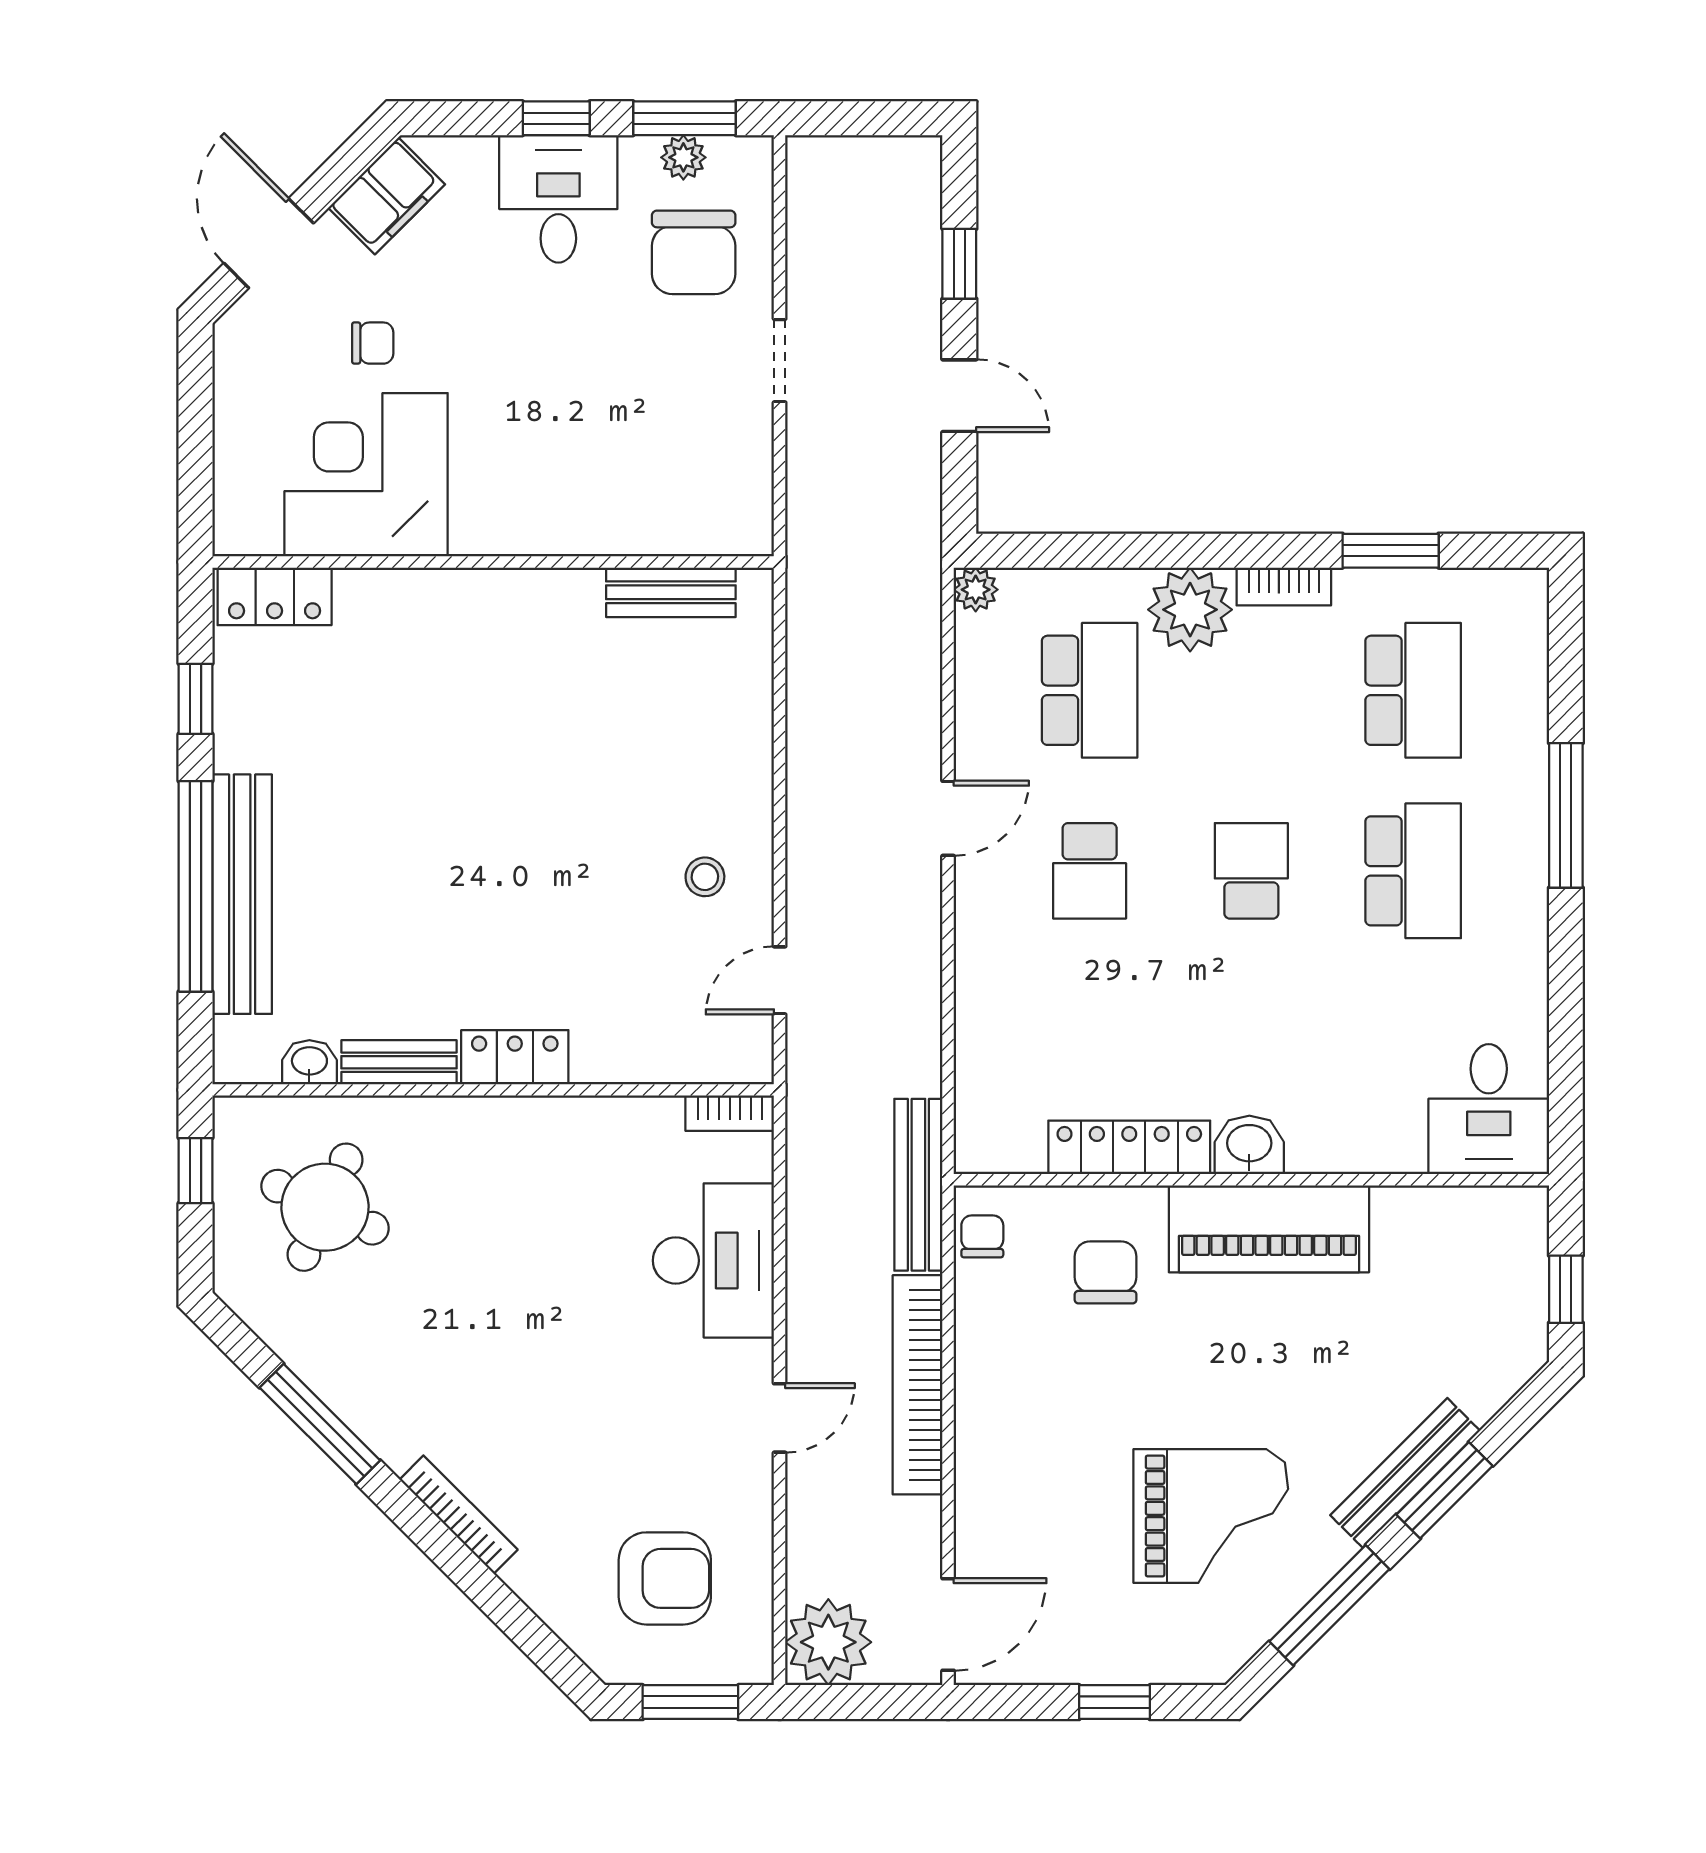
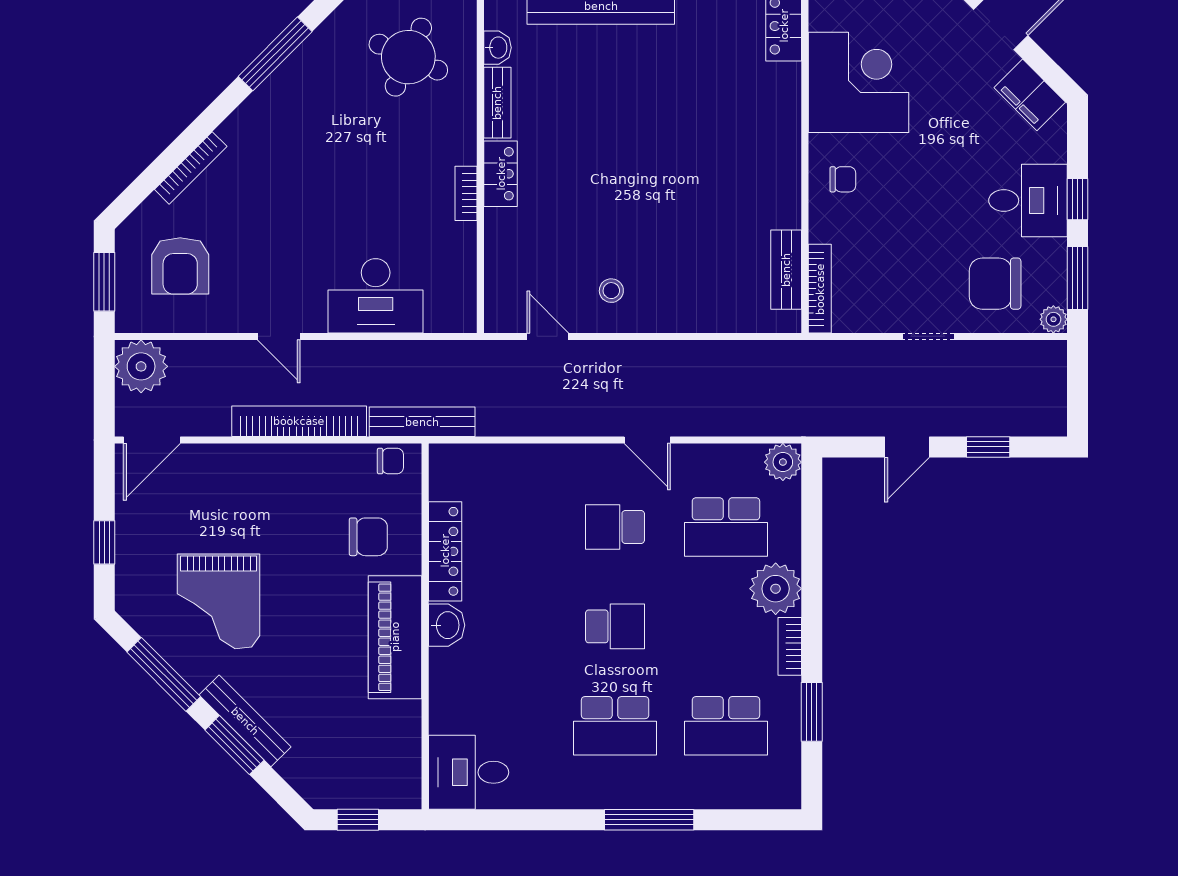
plant: (683, 157) -> (1053, 319), moved
chair: (373, 343) -> (843, 179), moved, turned -90
bookcase: (702, 538) -> (820, 289), added
plant: (976, 590) -> (783, 462), width x1.38, depth x1.38
bookcase: (730, 1113) -> (466, 193), moved
bookcase: (459, 1515) -> (191, 168), moved
door: (948, 1624) -> (152, 440), hinge flipped

